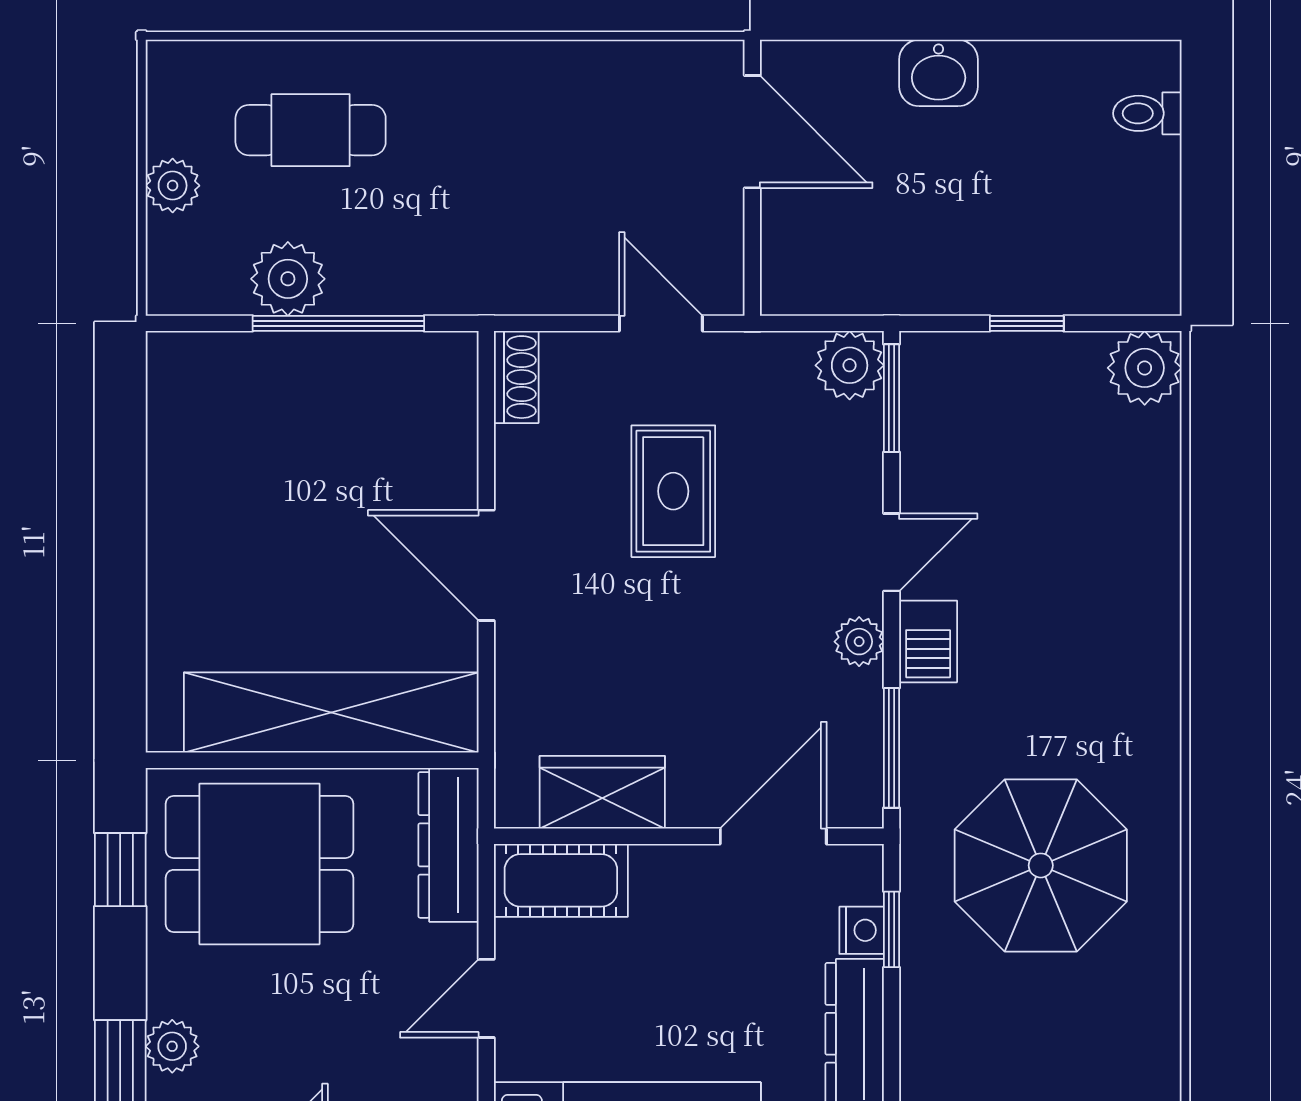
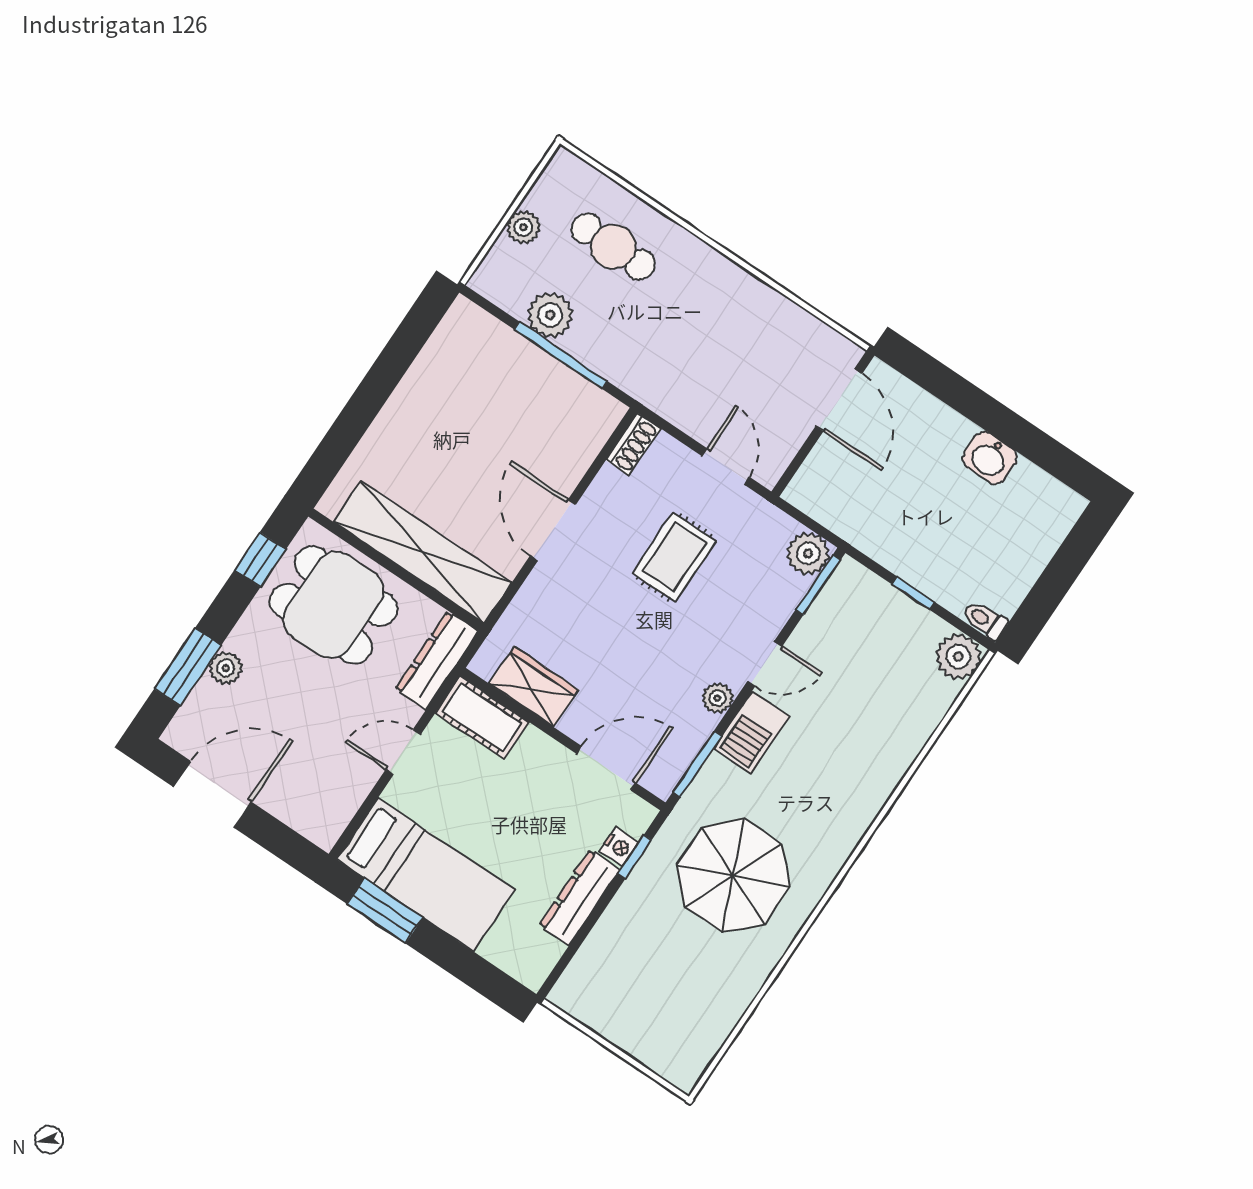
washbasin: (939, 73) -> (990, 458), moved
toilet: (1147, 113) -> (985, 620), moved
barbecue: (928, 641) -> (751, 732), width x1.38, depth x1.27

